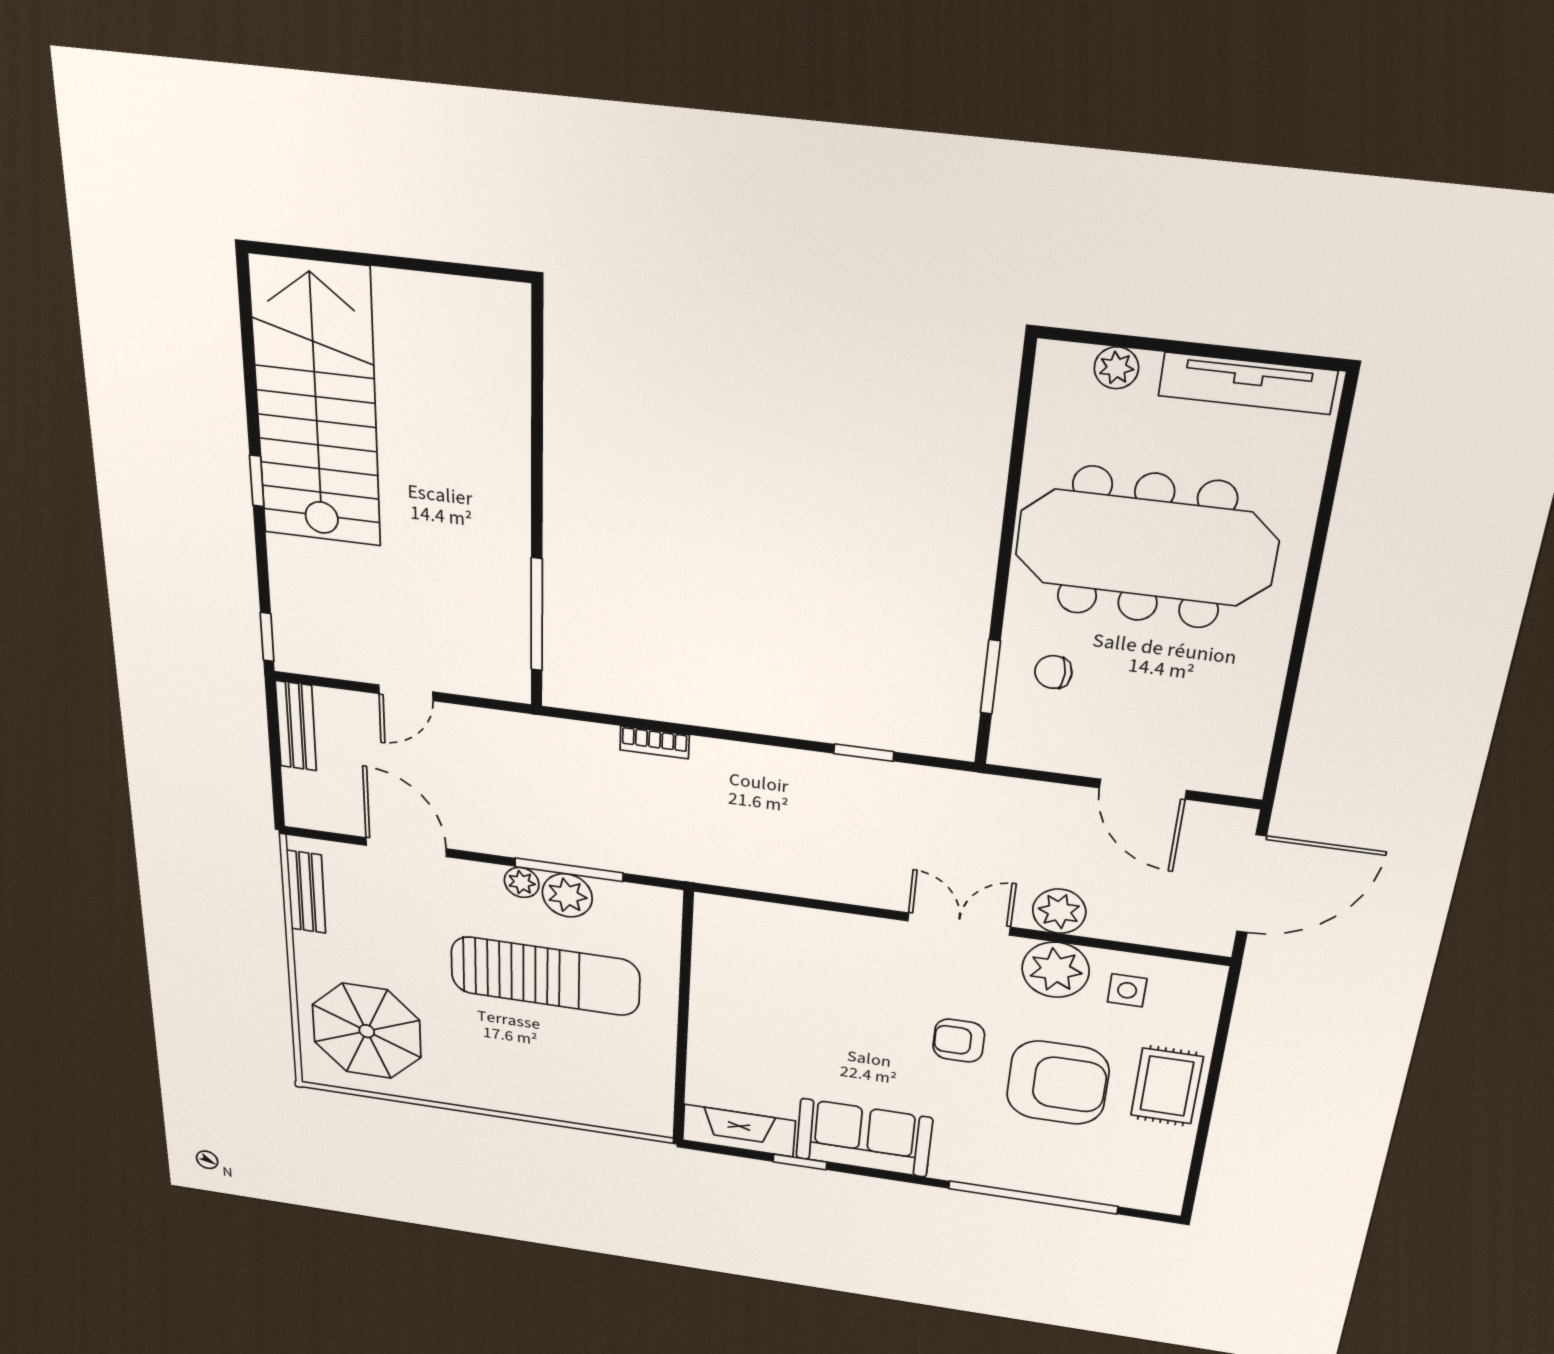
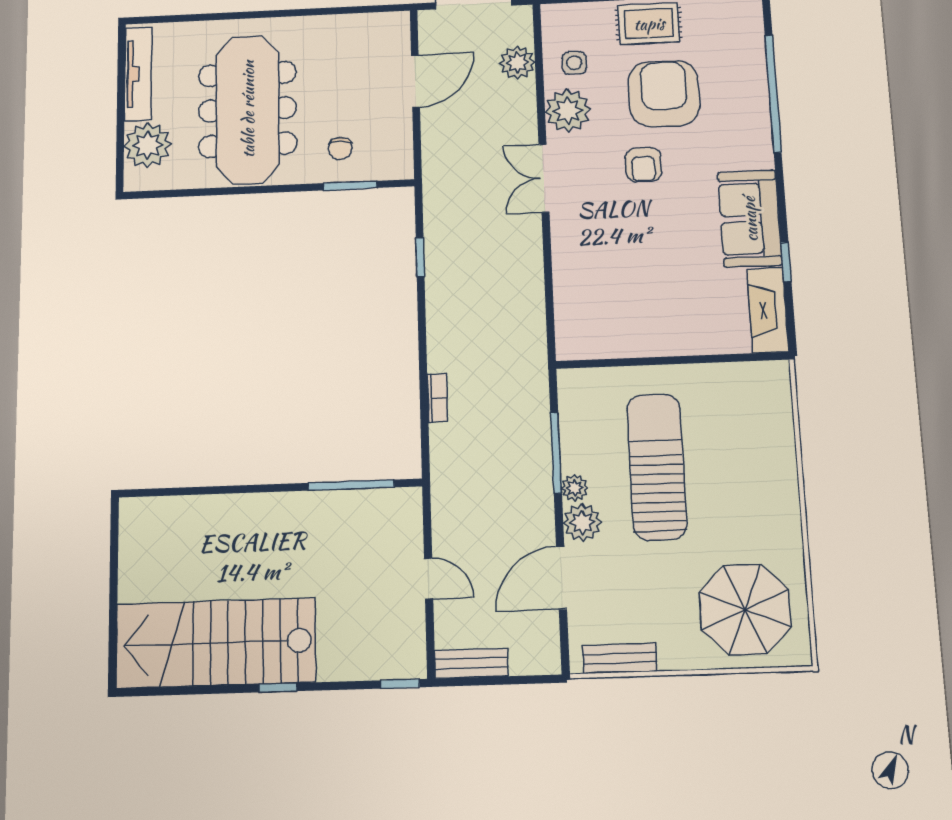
plant: (1116, 368) -> (148, 145), width x1.88, depth x1.88
plant: (567, 895) -> (582, 523), moved
plant: (1059, 911) -> (517, 63), moved

